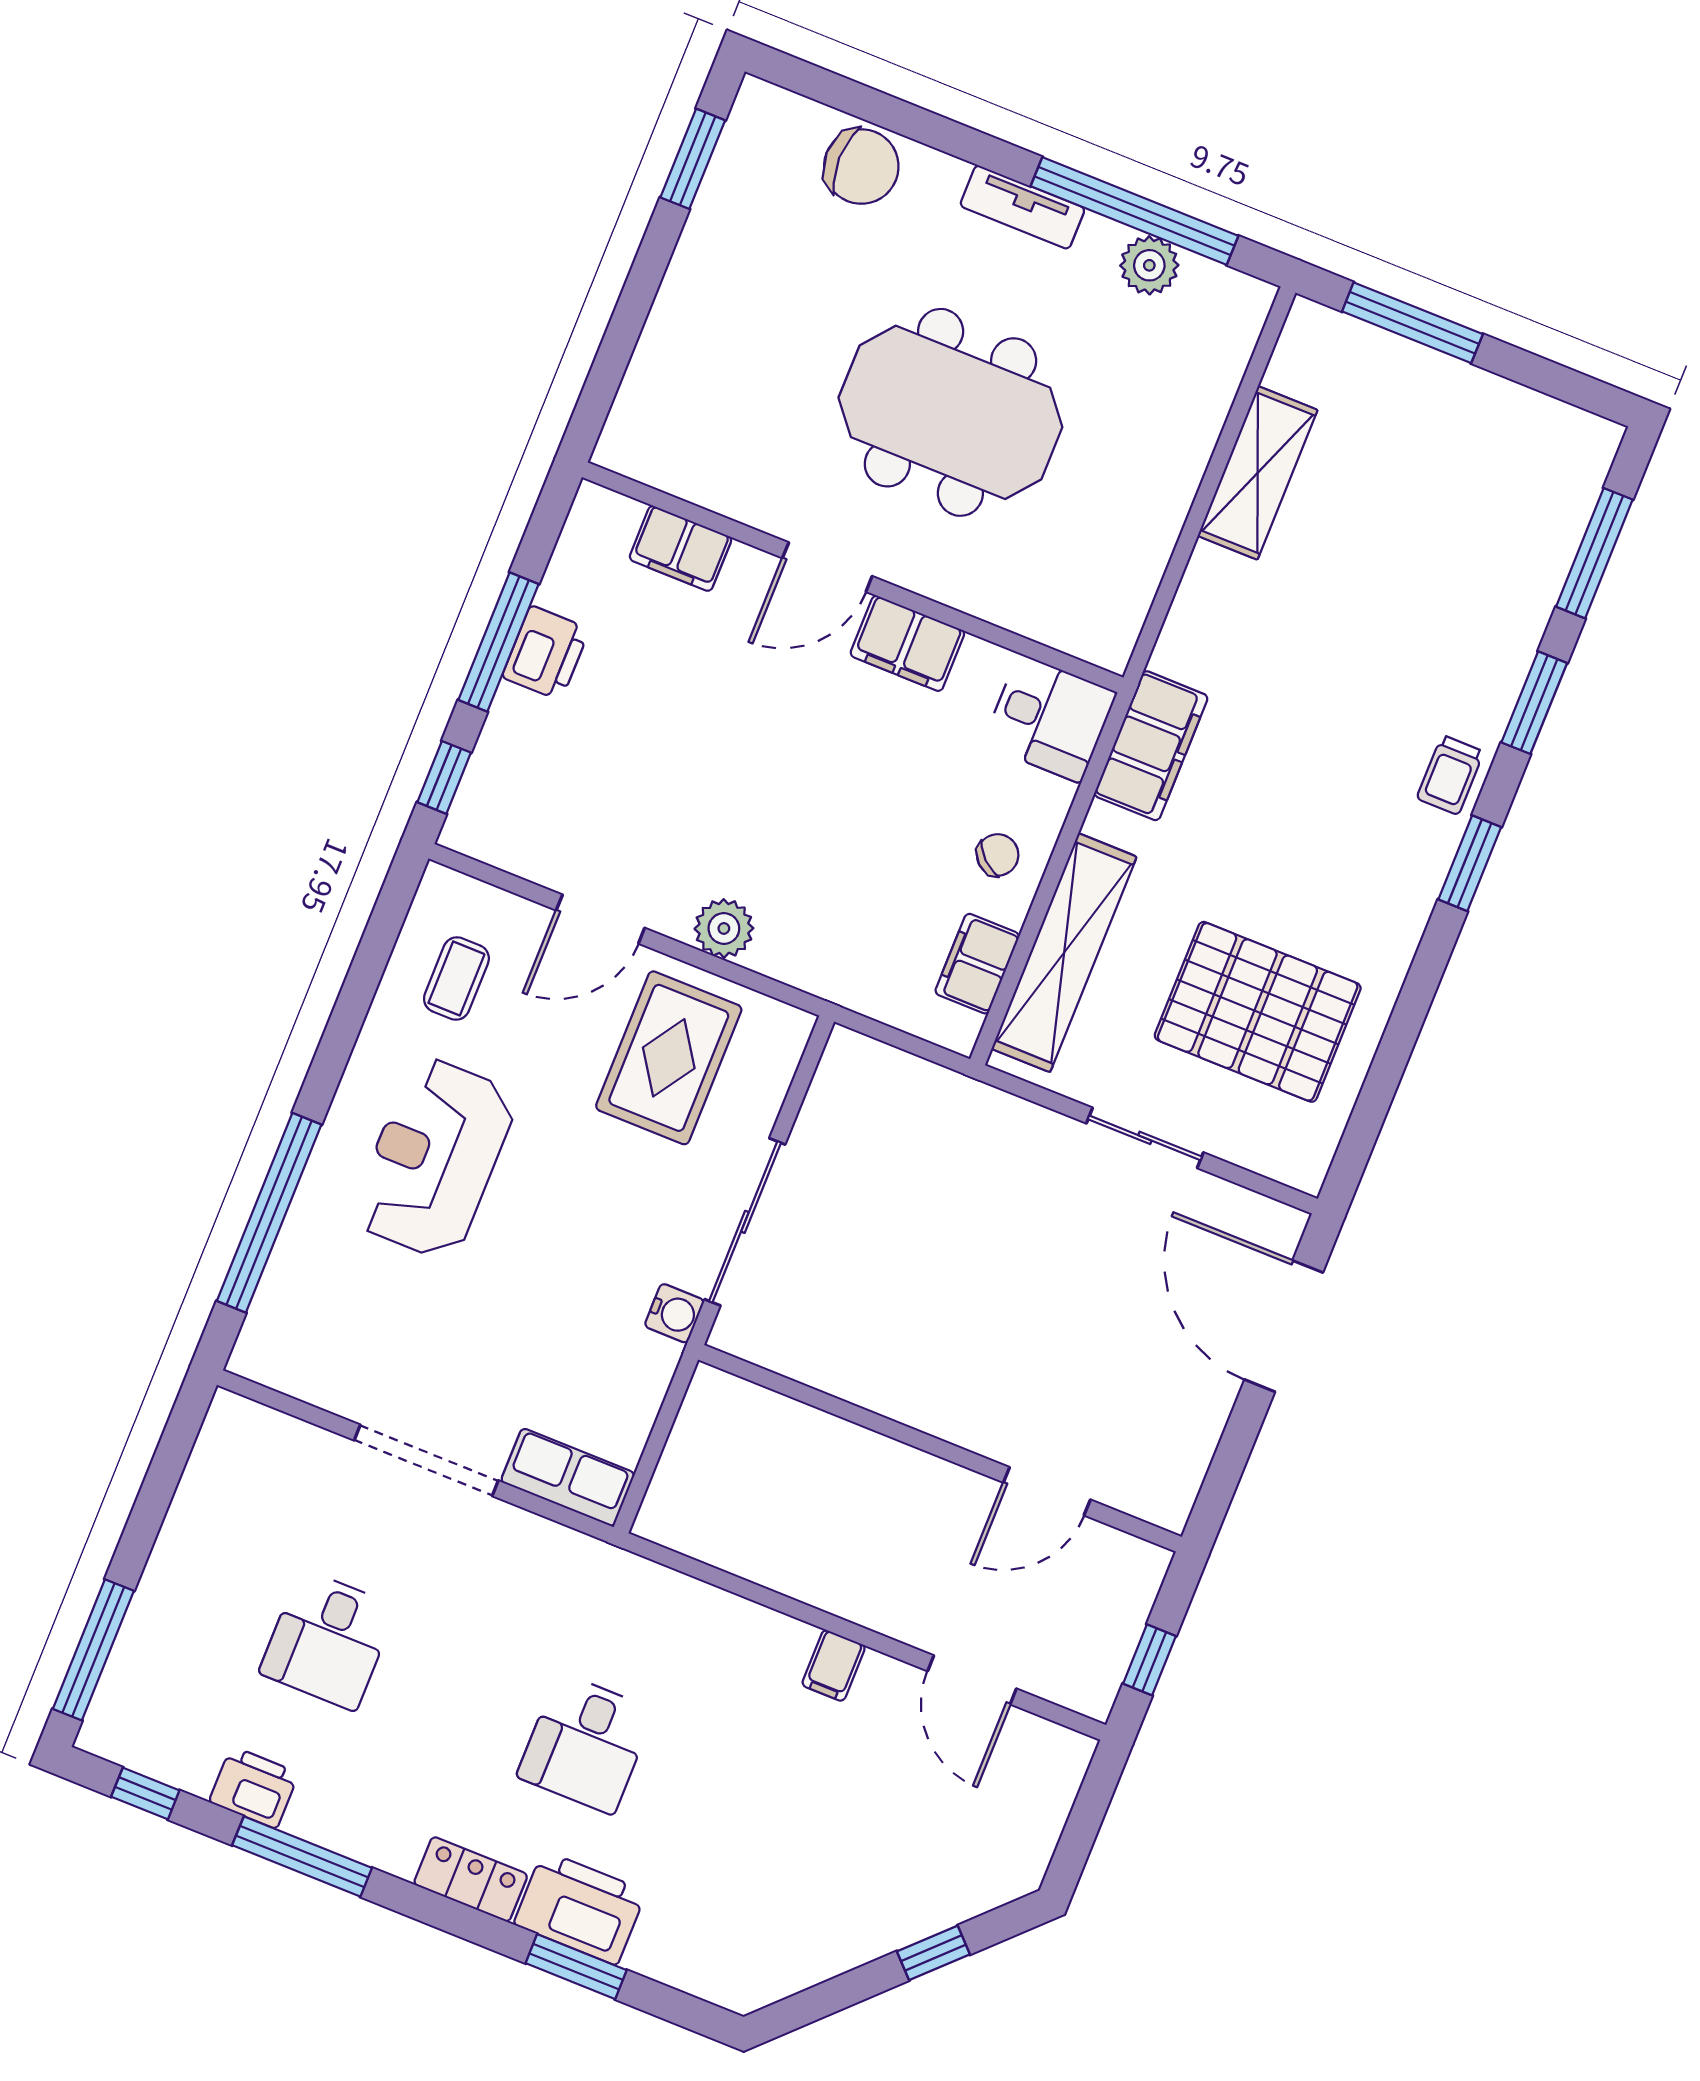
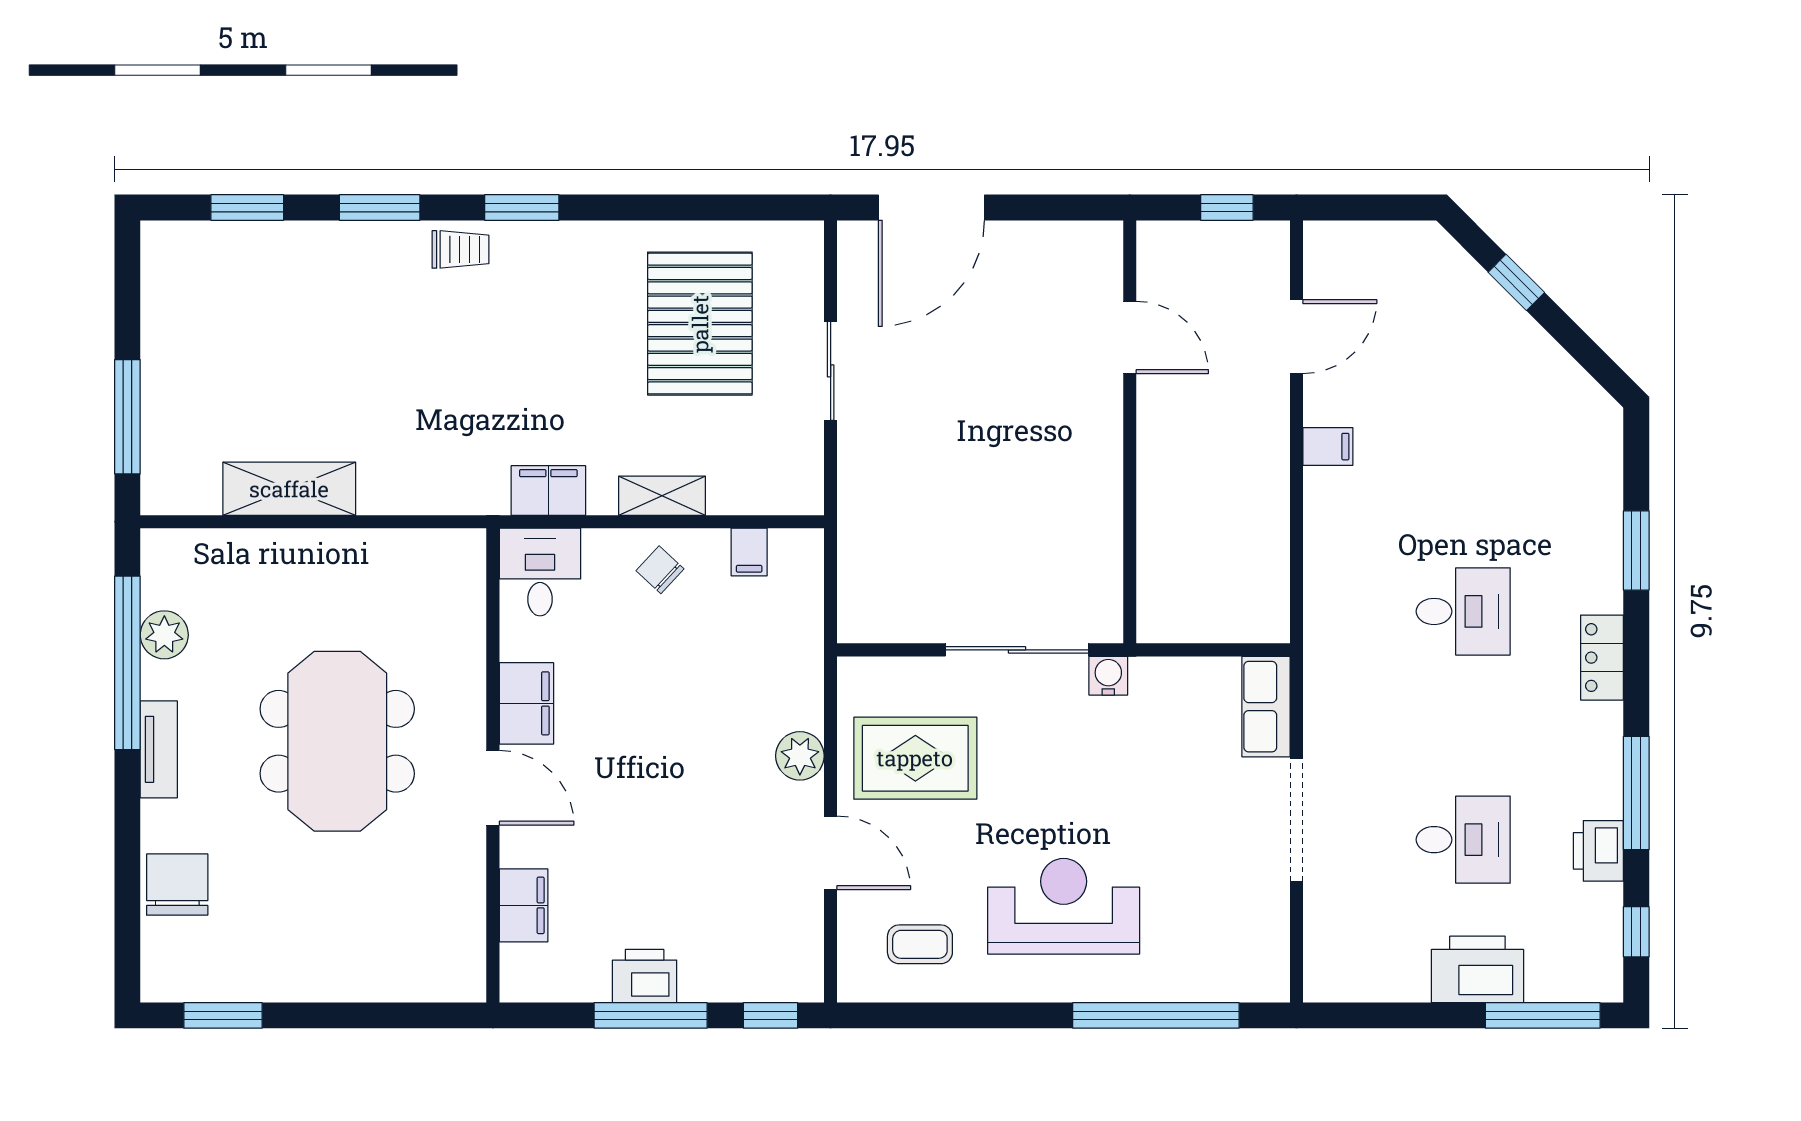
window: (1594, 553) -> (247, 208), width x0.69
filing cabinet: (1151, 746) -> (548, 490), width x0.67, depth x0.86
shelving: (1064, 953) -> (662, 496), width x0.45, depth x0.75
filing cabinet: (977, 964) -> (749, 552), width x0.50
reception desk: (434, 1158) -> (1064, 906), turned 180
printer: (580, 1908) -> (1477, 969), moved, turned 90

